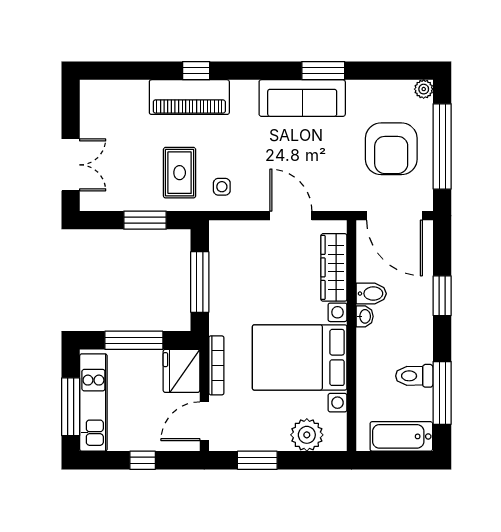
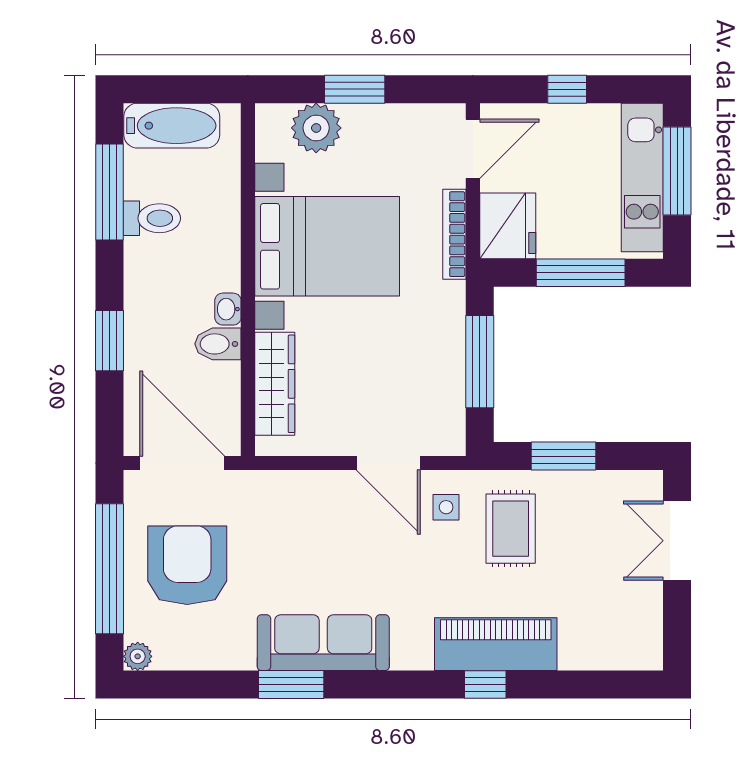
door: (291, 216) -> (388, 463), moved
window: (257, 460) -> (355, 89), moved

